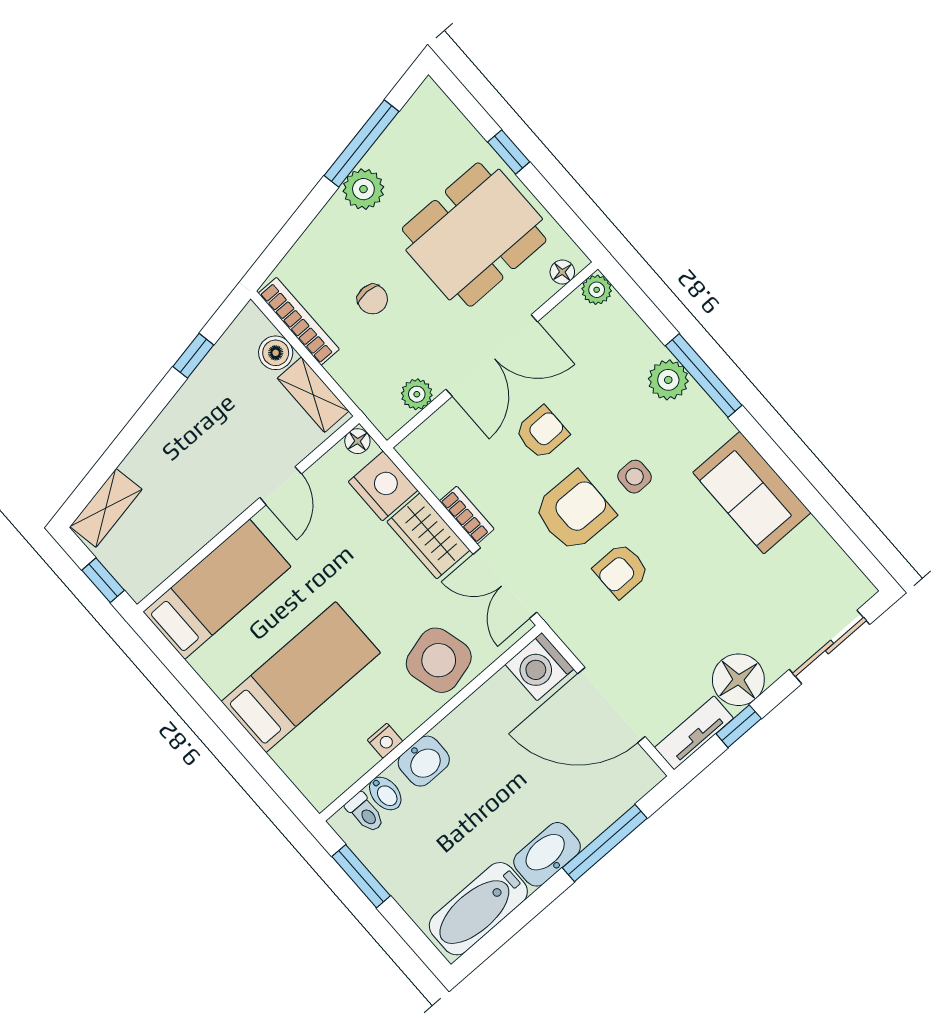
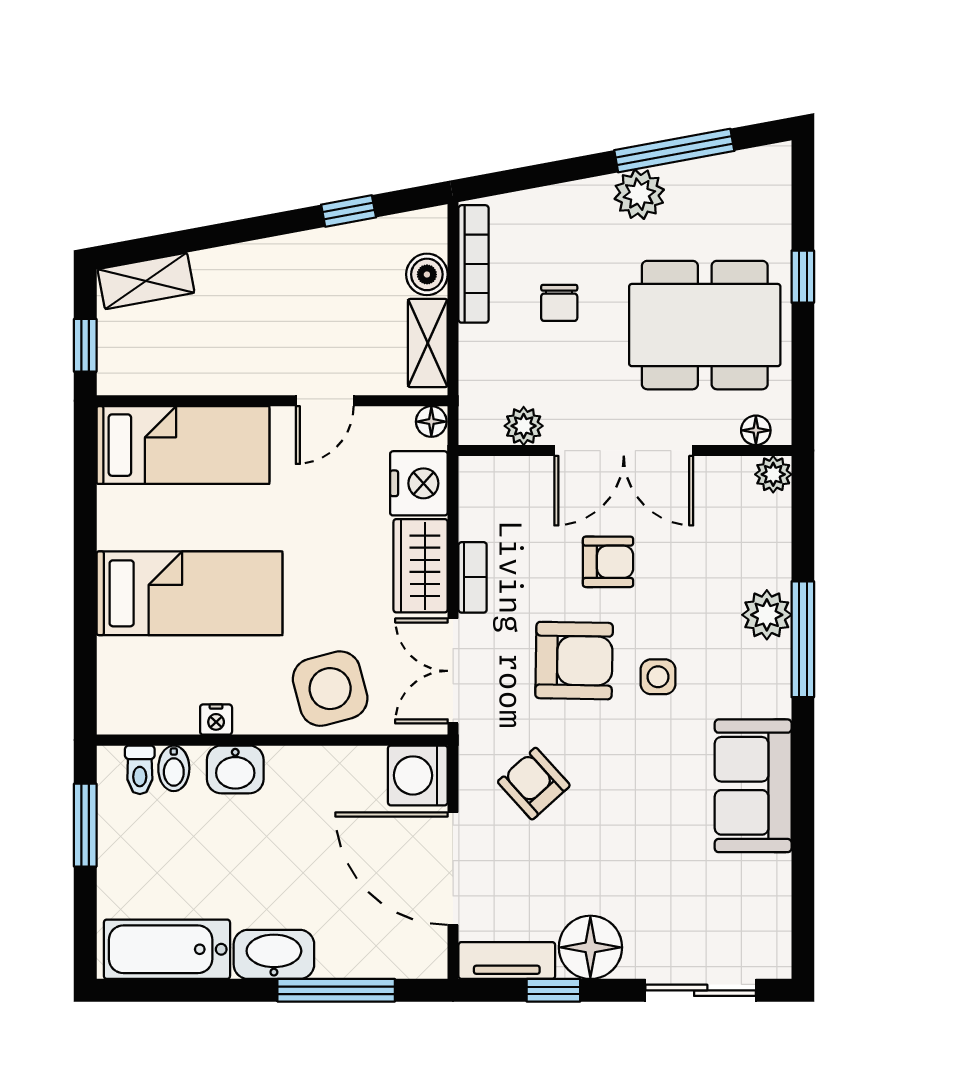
armchair: (621, 570) -> (534, 784), moved, turned 48

